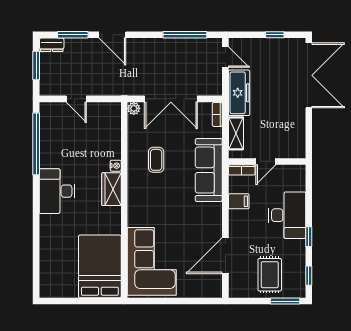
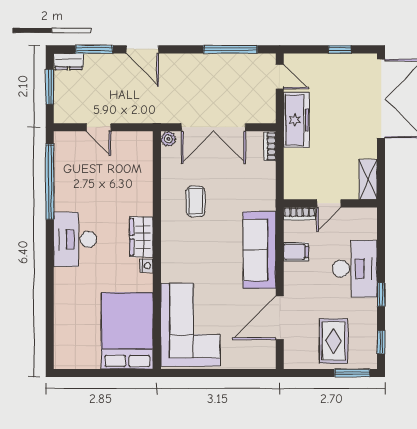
shelving: (236, 133) -> (368, 179), moved
nightstand: (116, 166) -> (147, 266), moved
sofa: (209, 170) -> (259, 250), moved

